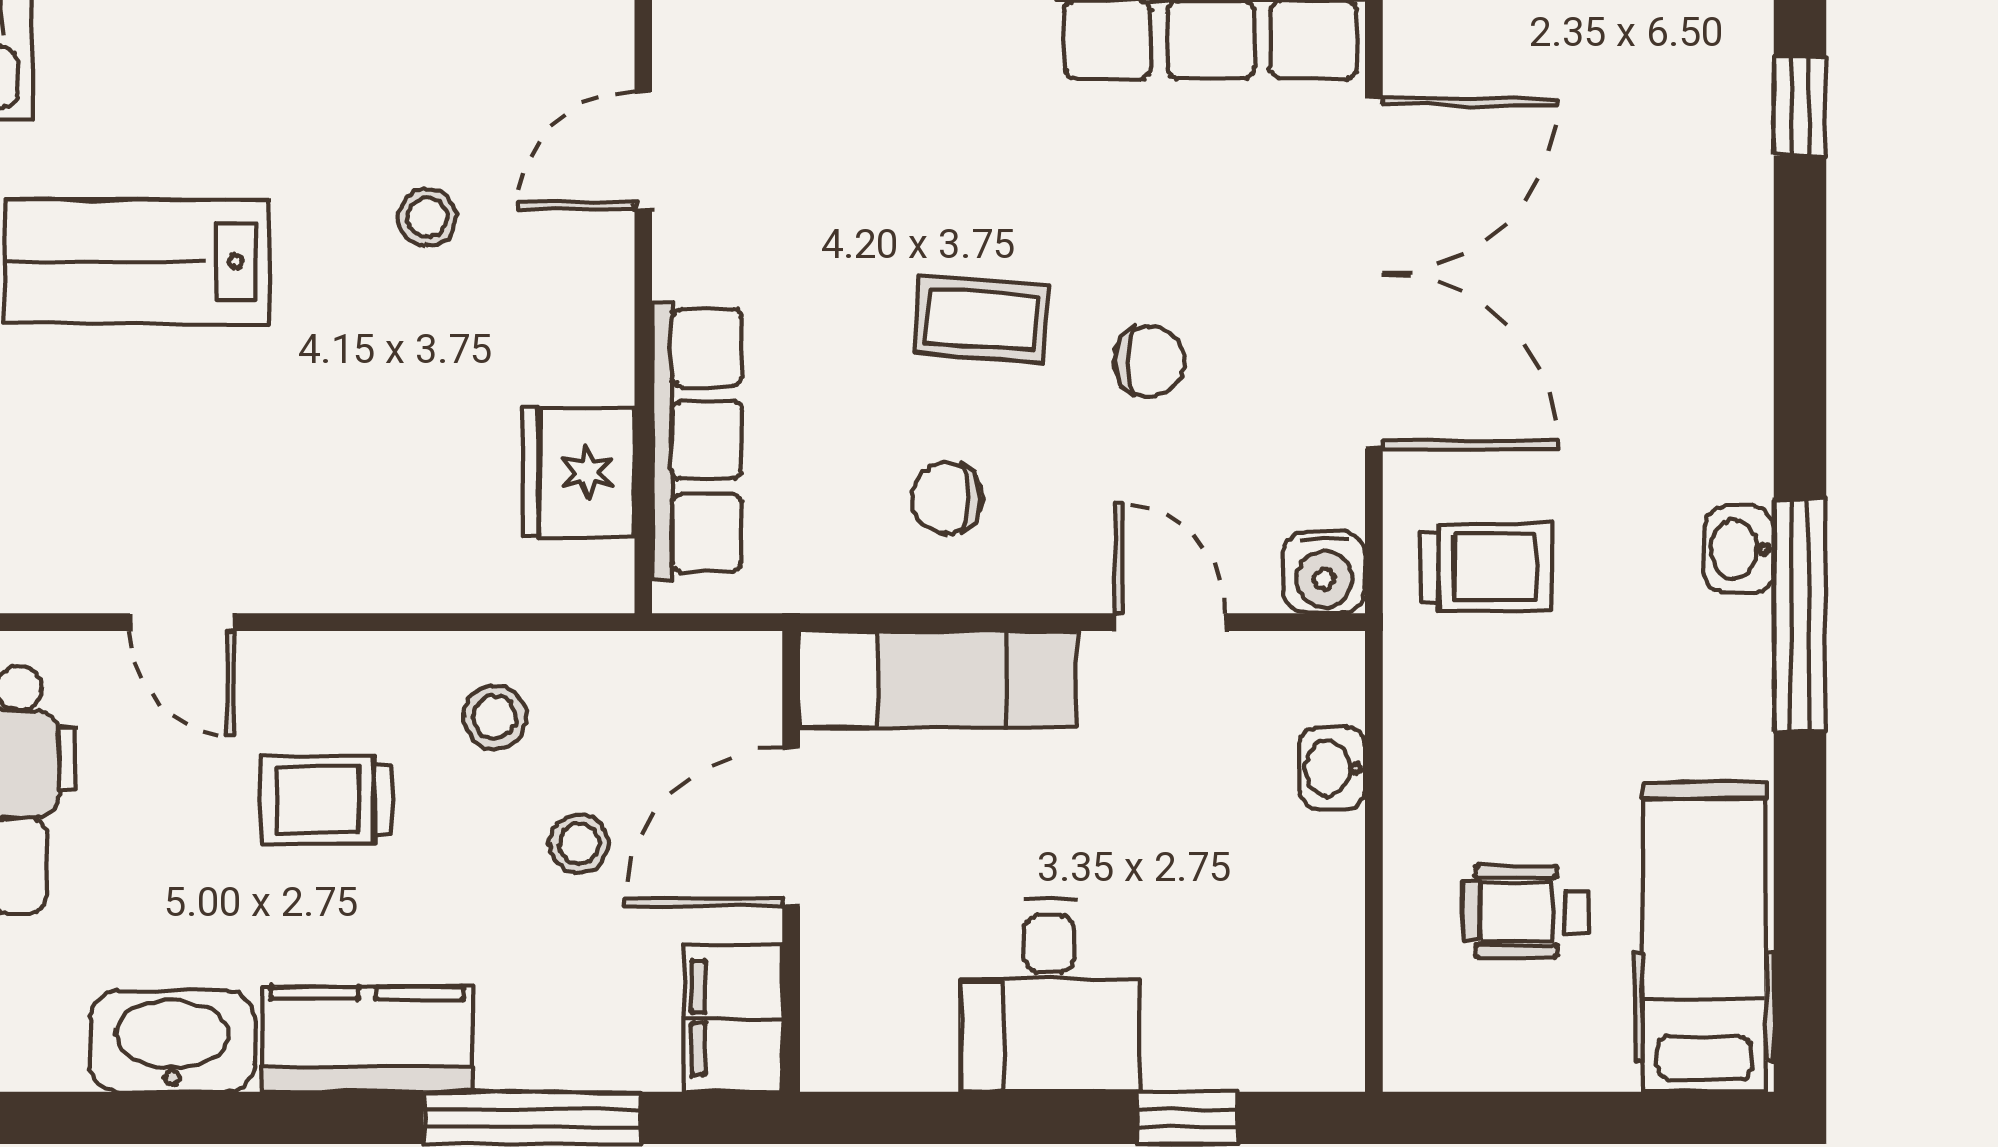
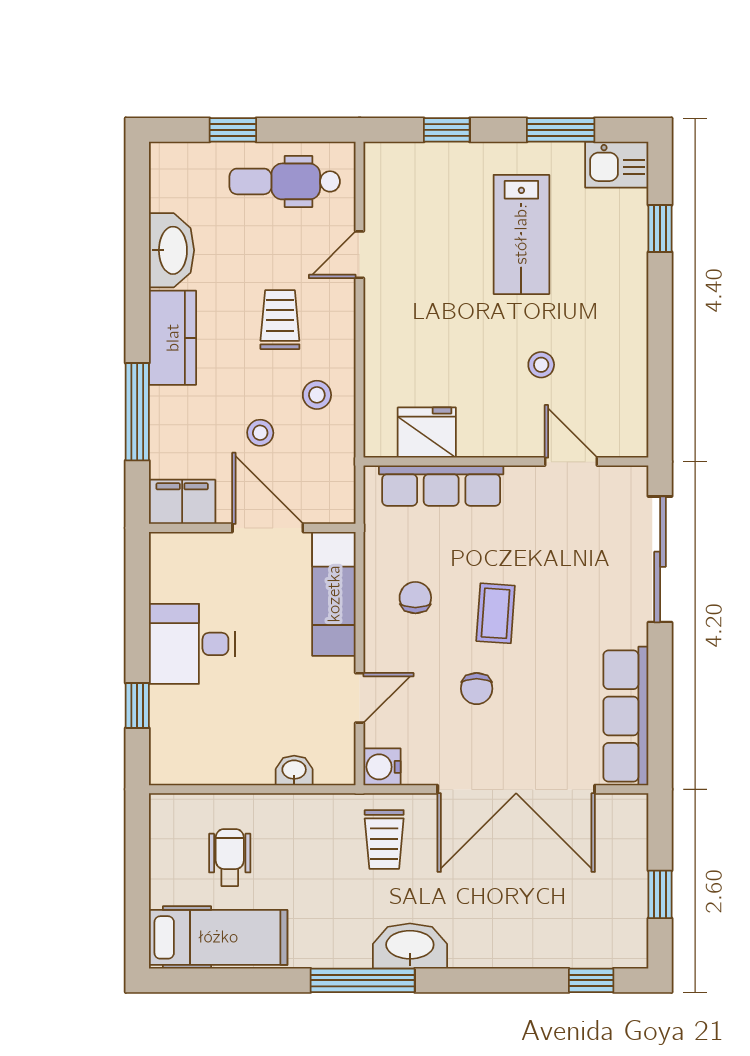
lab bench: (137, 261) -> (521, 234), turned 180
washbasin: (1739, 549) -> (410, 946), width x1.91, depth x1.45

